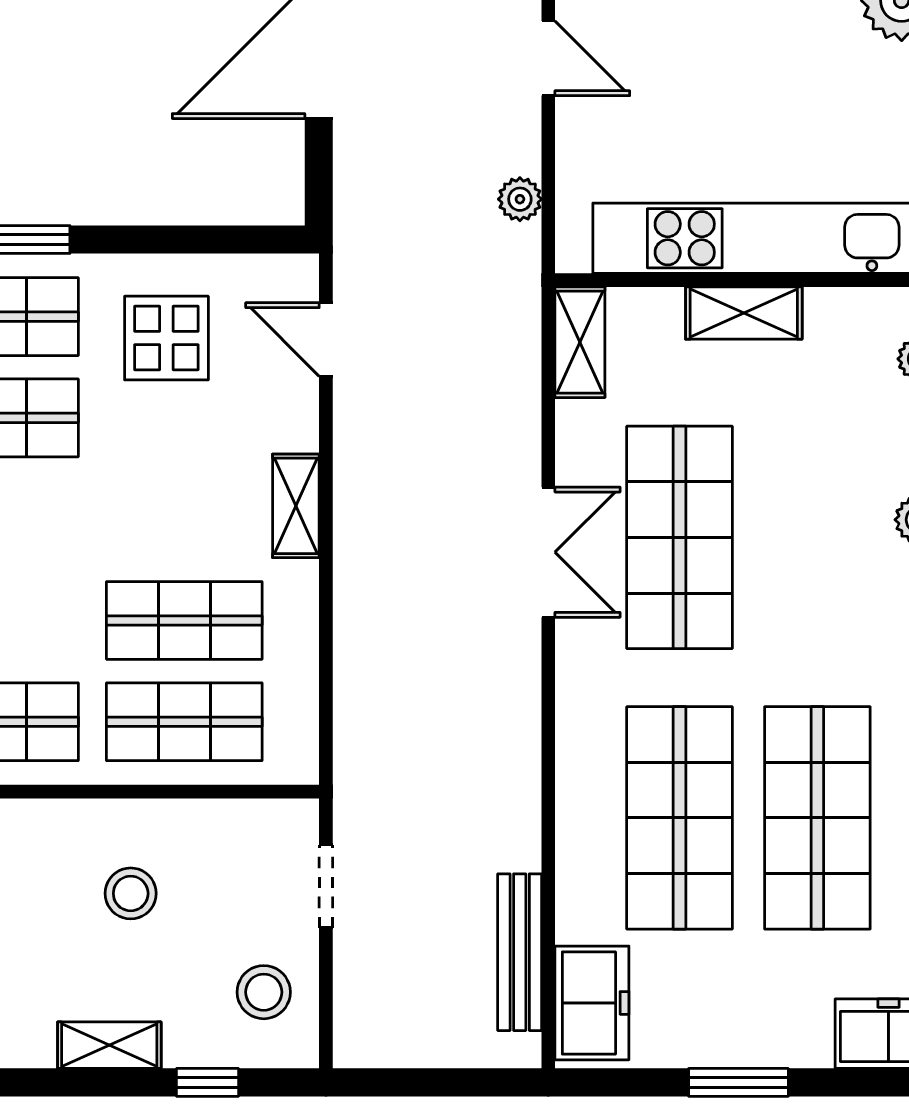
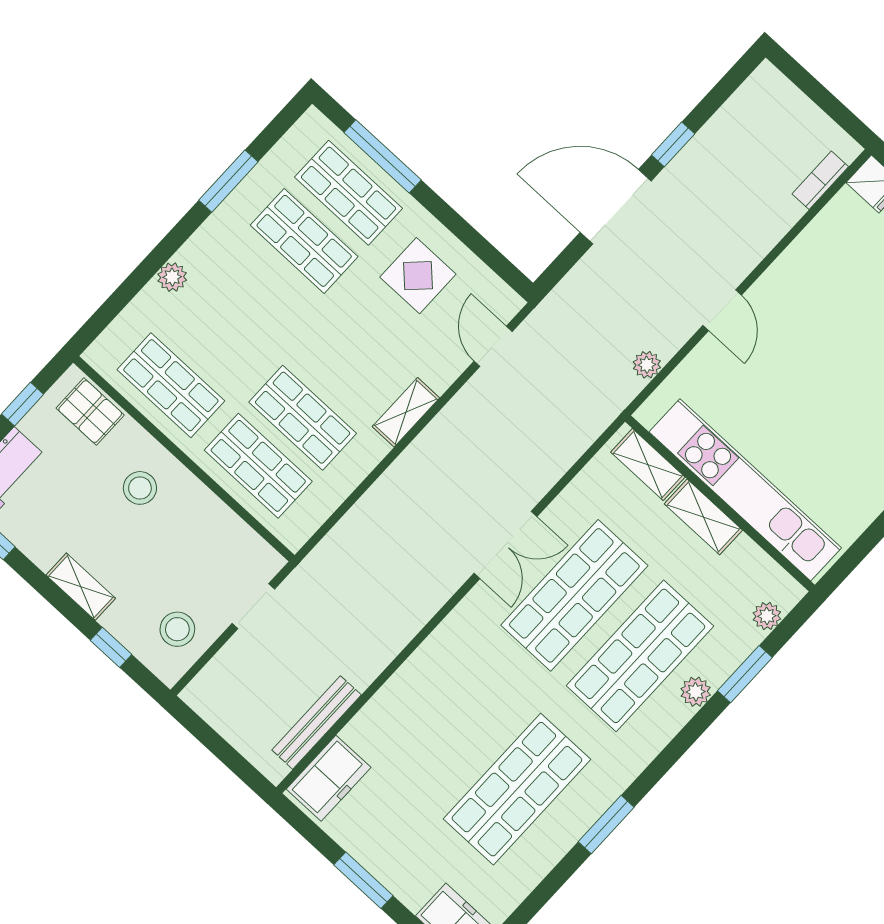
shelving: (580, 342) -> (648, 465), moved, turned 90
shop shelf: (680, 818) -> (640, 656), moved
stool: (131, 893) -> (140, 488), moved

